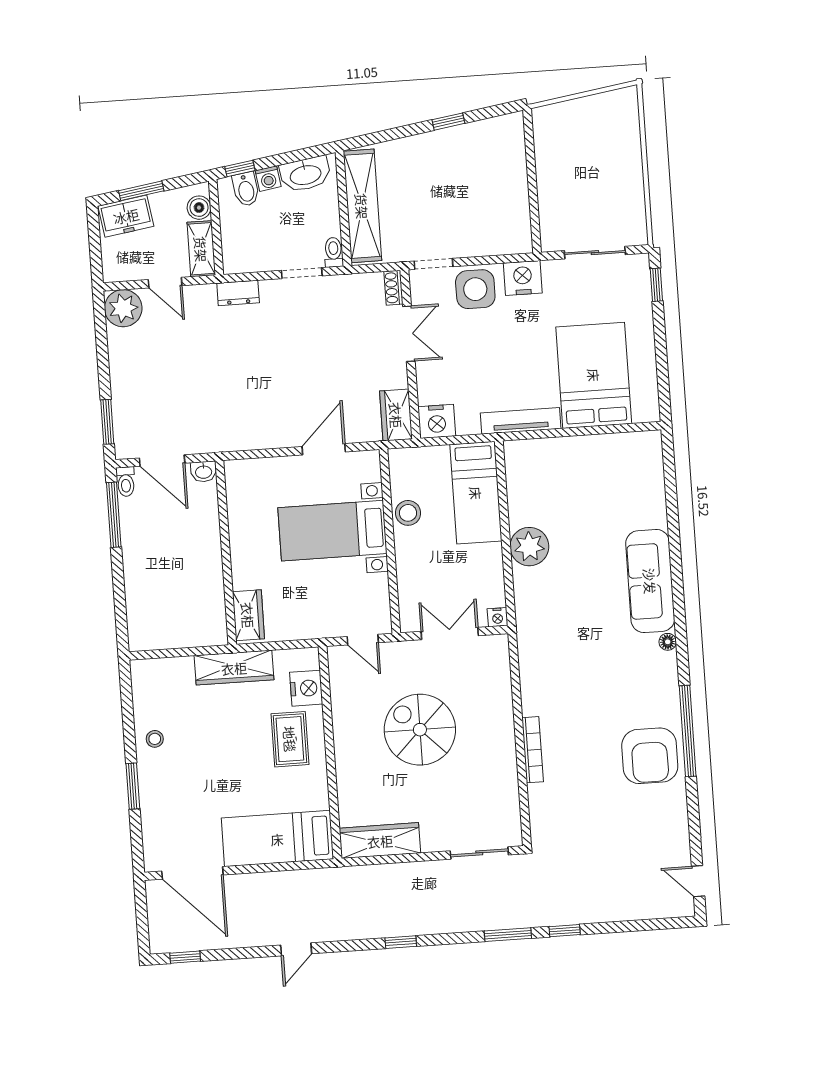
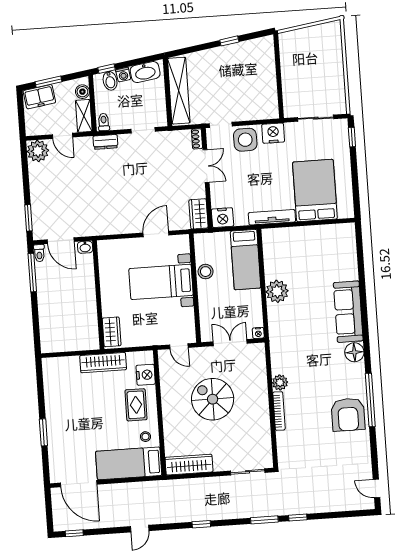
toilet: (334, 252) -> (104, 122), moved
floor lamp: (668, 642) -> (354, 352), width x1.89, depth x1.89
plant: (534, 701) -> (280, 382), added
stool: (155, 739) -> (145, 437), moved

